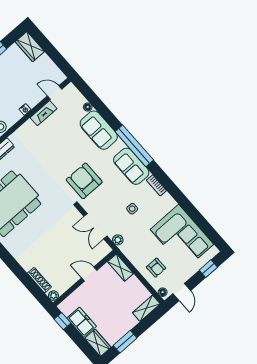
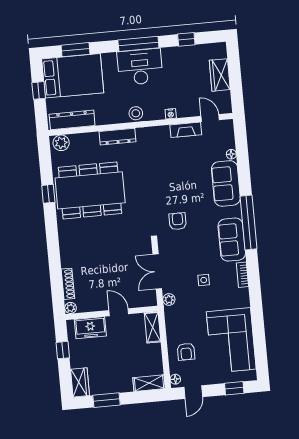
wardrobe: (30, 47) -> (220, 75), moved
armchair: (84, 181) -> (178, 221), width x0.53, depth x0.53
window: (62, 321) -> (63, 350), moved
freezer: (82, 322) -> (90, 328), moved, turned 90

